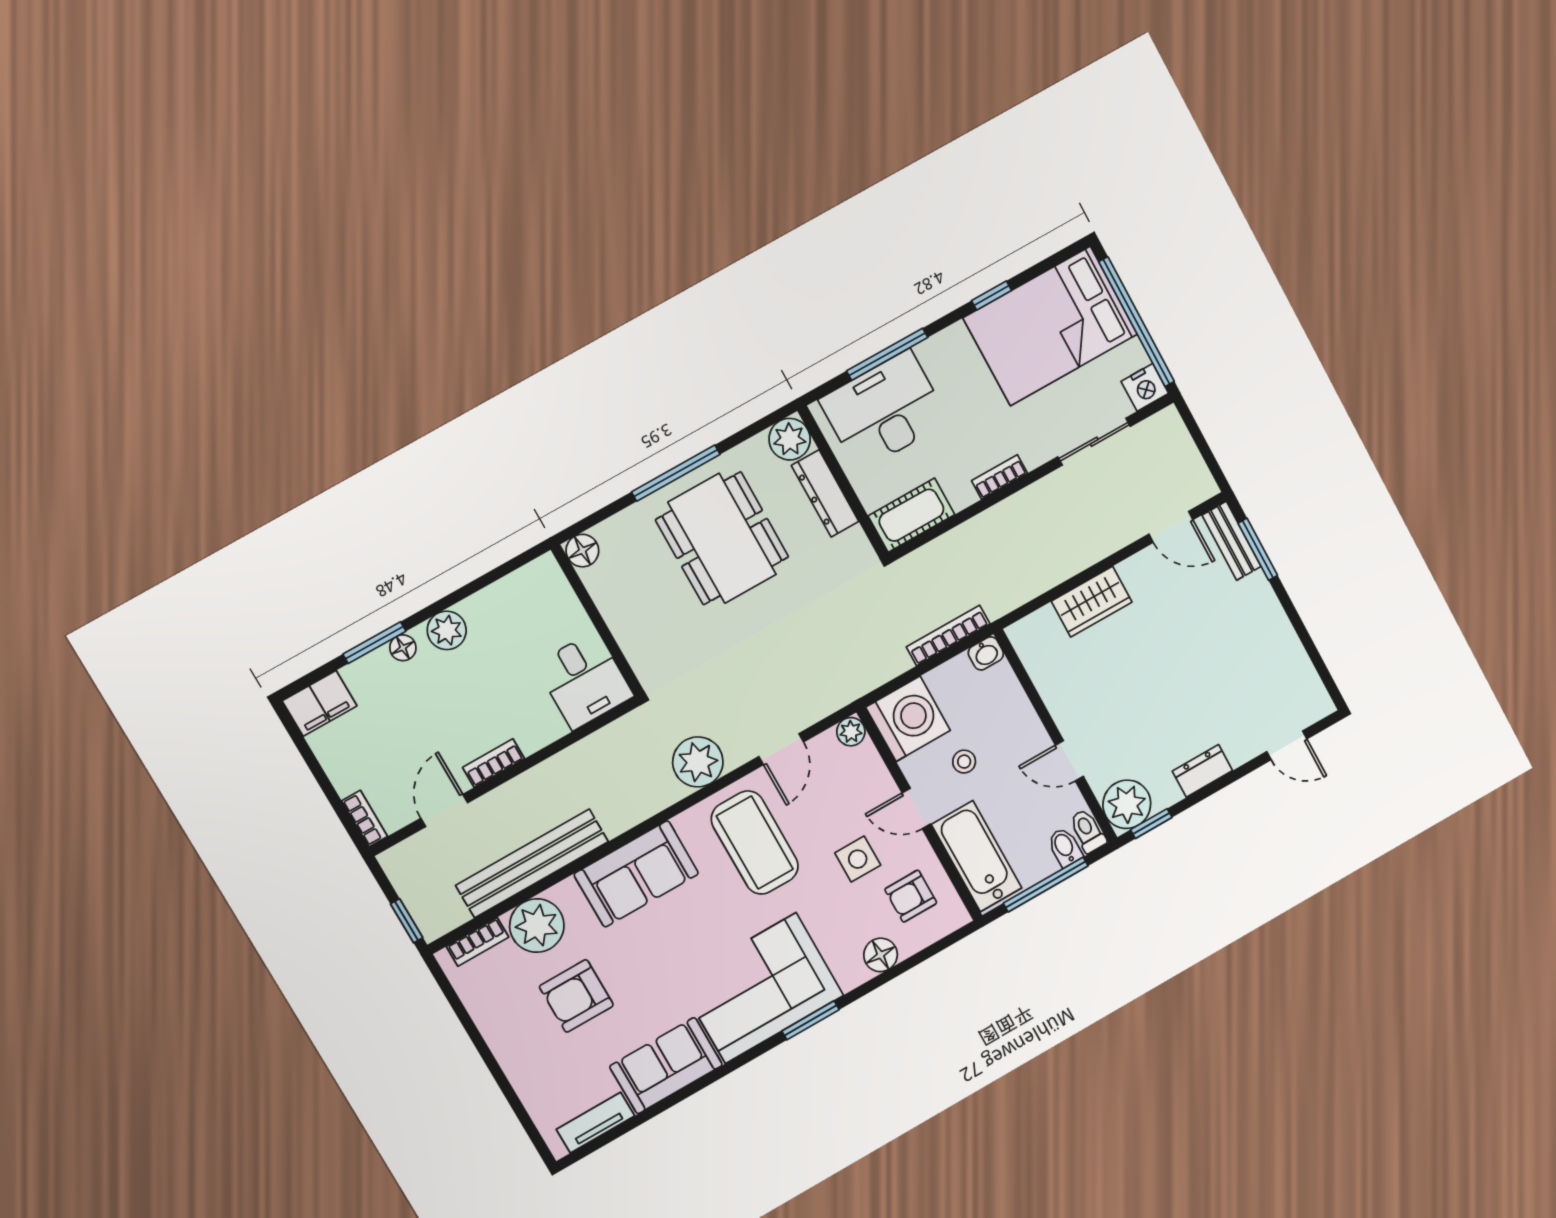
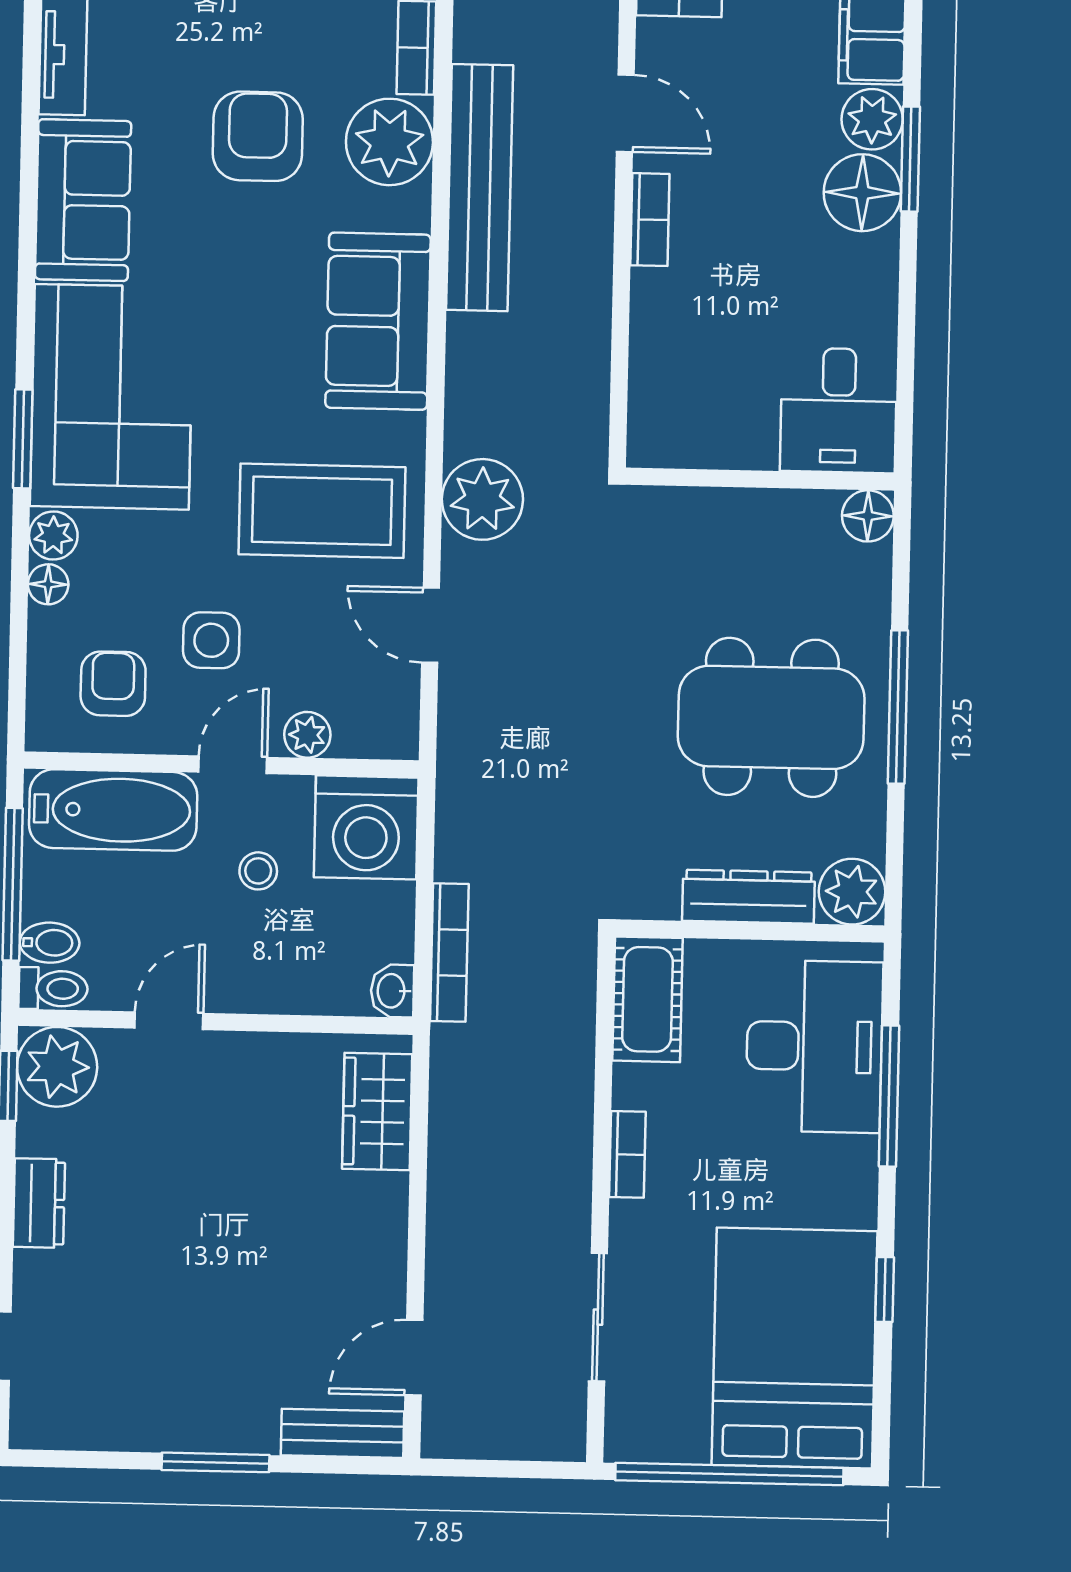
nightstand: (1145, 387) -> (631, 1433), removed
window: (1258, 549) -> (216, 1462), moved
wardrobe: (1092, 602) -> (377, 1112), moved
plant: (447, 630) -> (872, 119), moved
floor lamp: (403, 648) -> (862, 193), width x1.89, depth x1.89
desk: (584, 680) -> (839, 410), moved, turned -90
plant: (851, 732) -> (307, 735), moved
floor lamp: (881, 955) -> (48, 584), width x0.73, depth x0.73
plant: (852, 974) -> (53, 536), added

